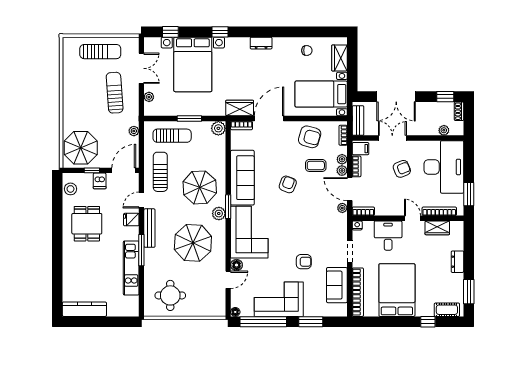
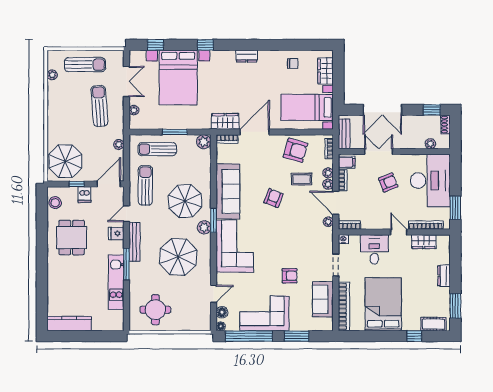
plant: (68, 62) -> (52, 75), added
sun lounger: (172, 136) -> (157, 149), turned 180
floor lamp: (237, 265) -> (222, 312), moved

